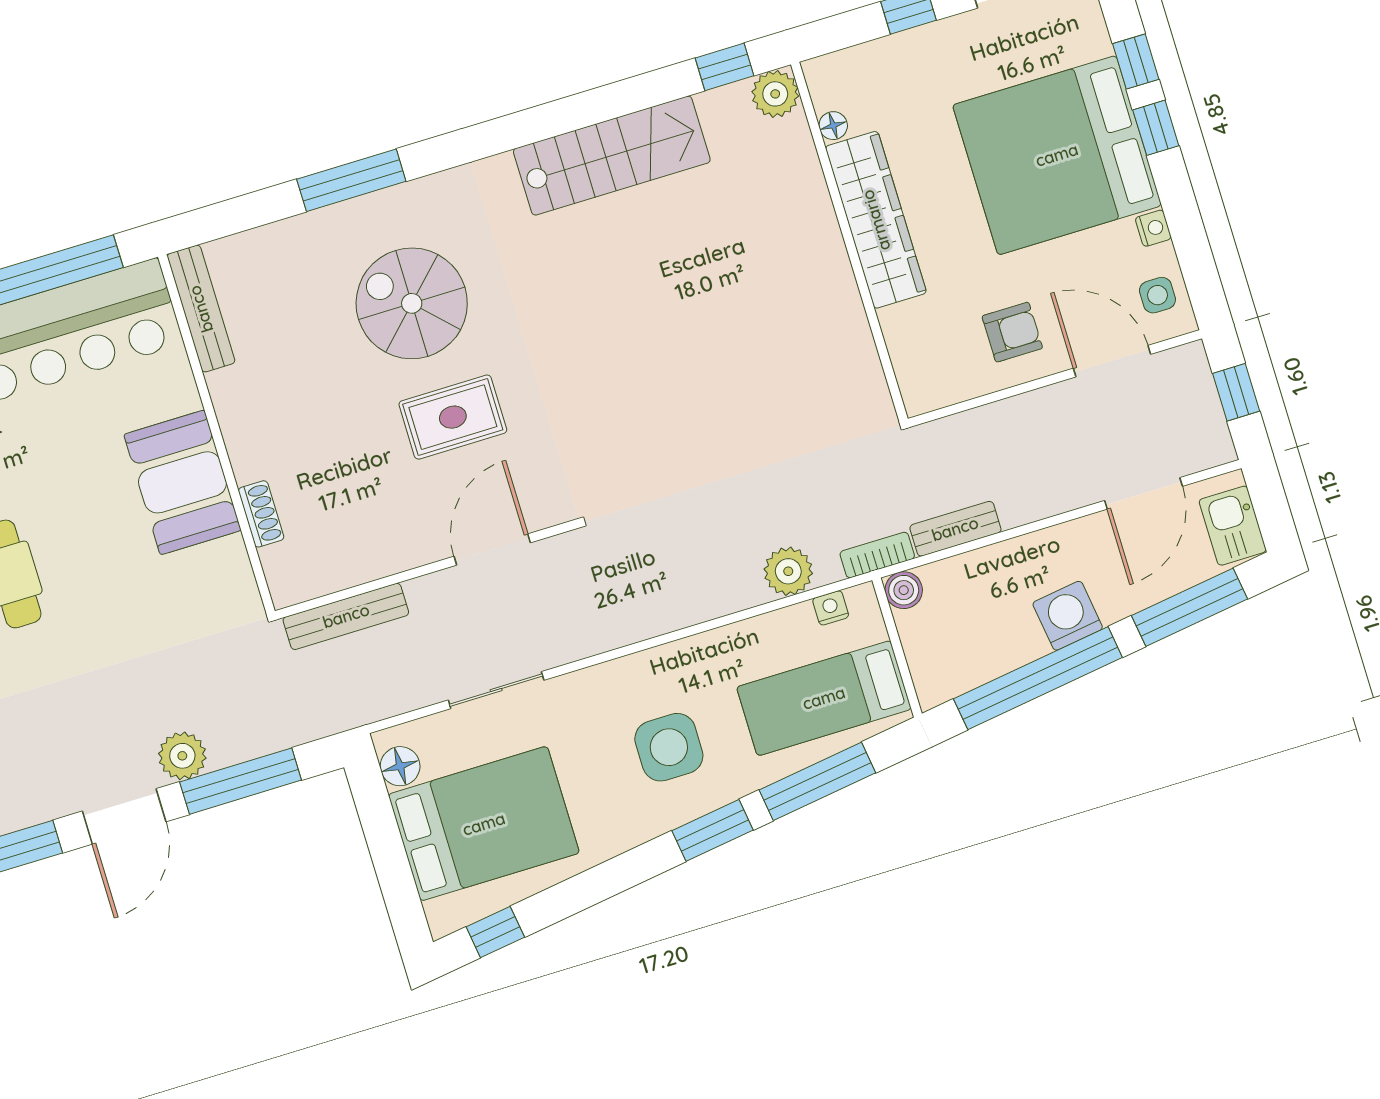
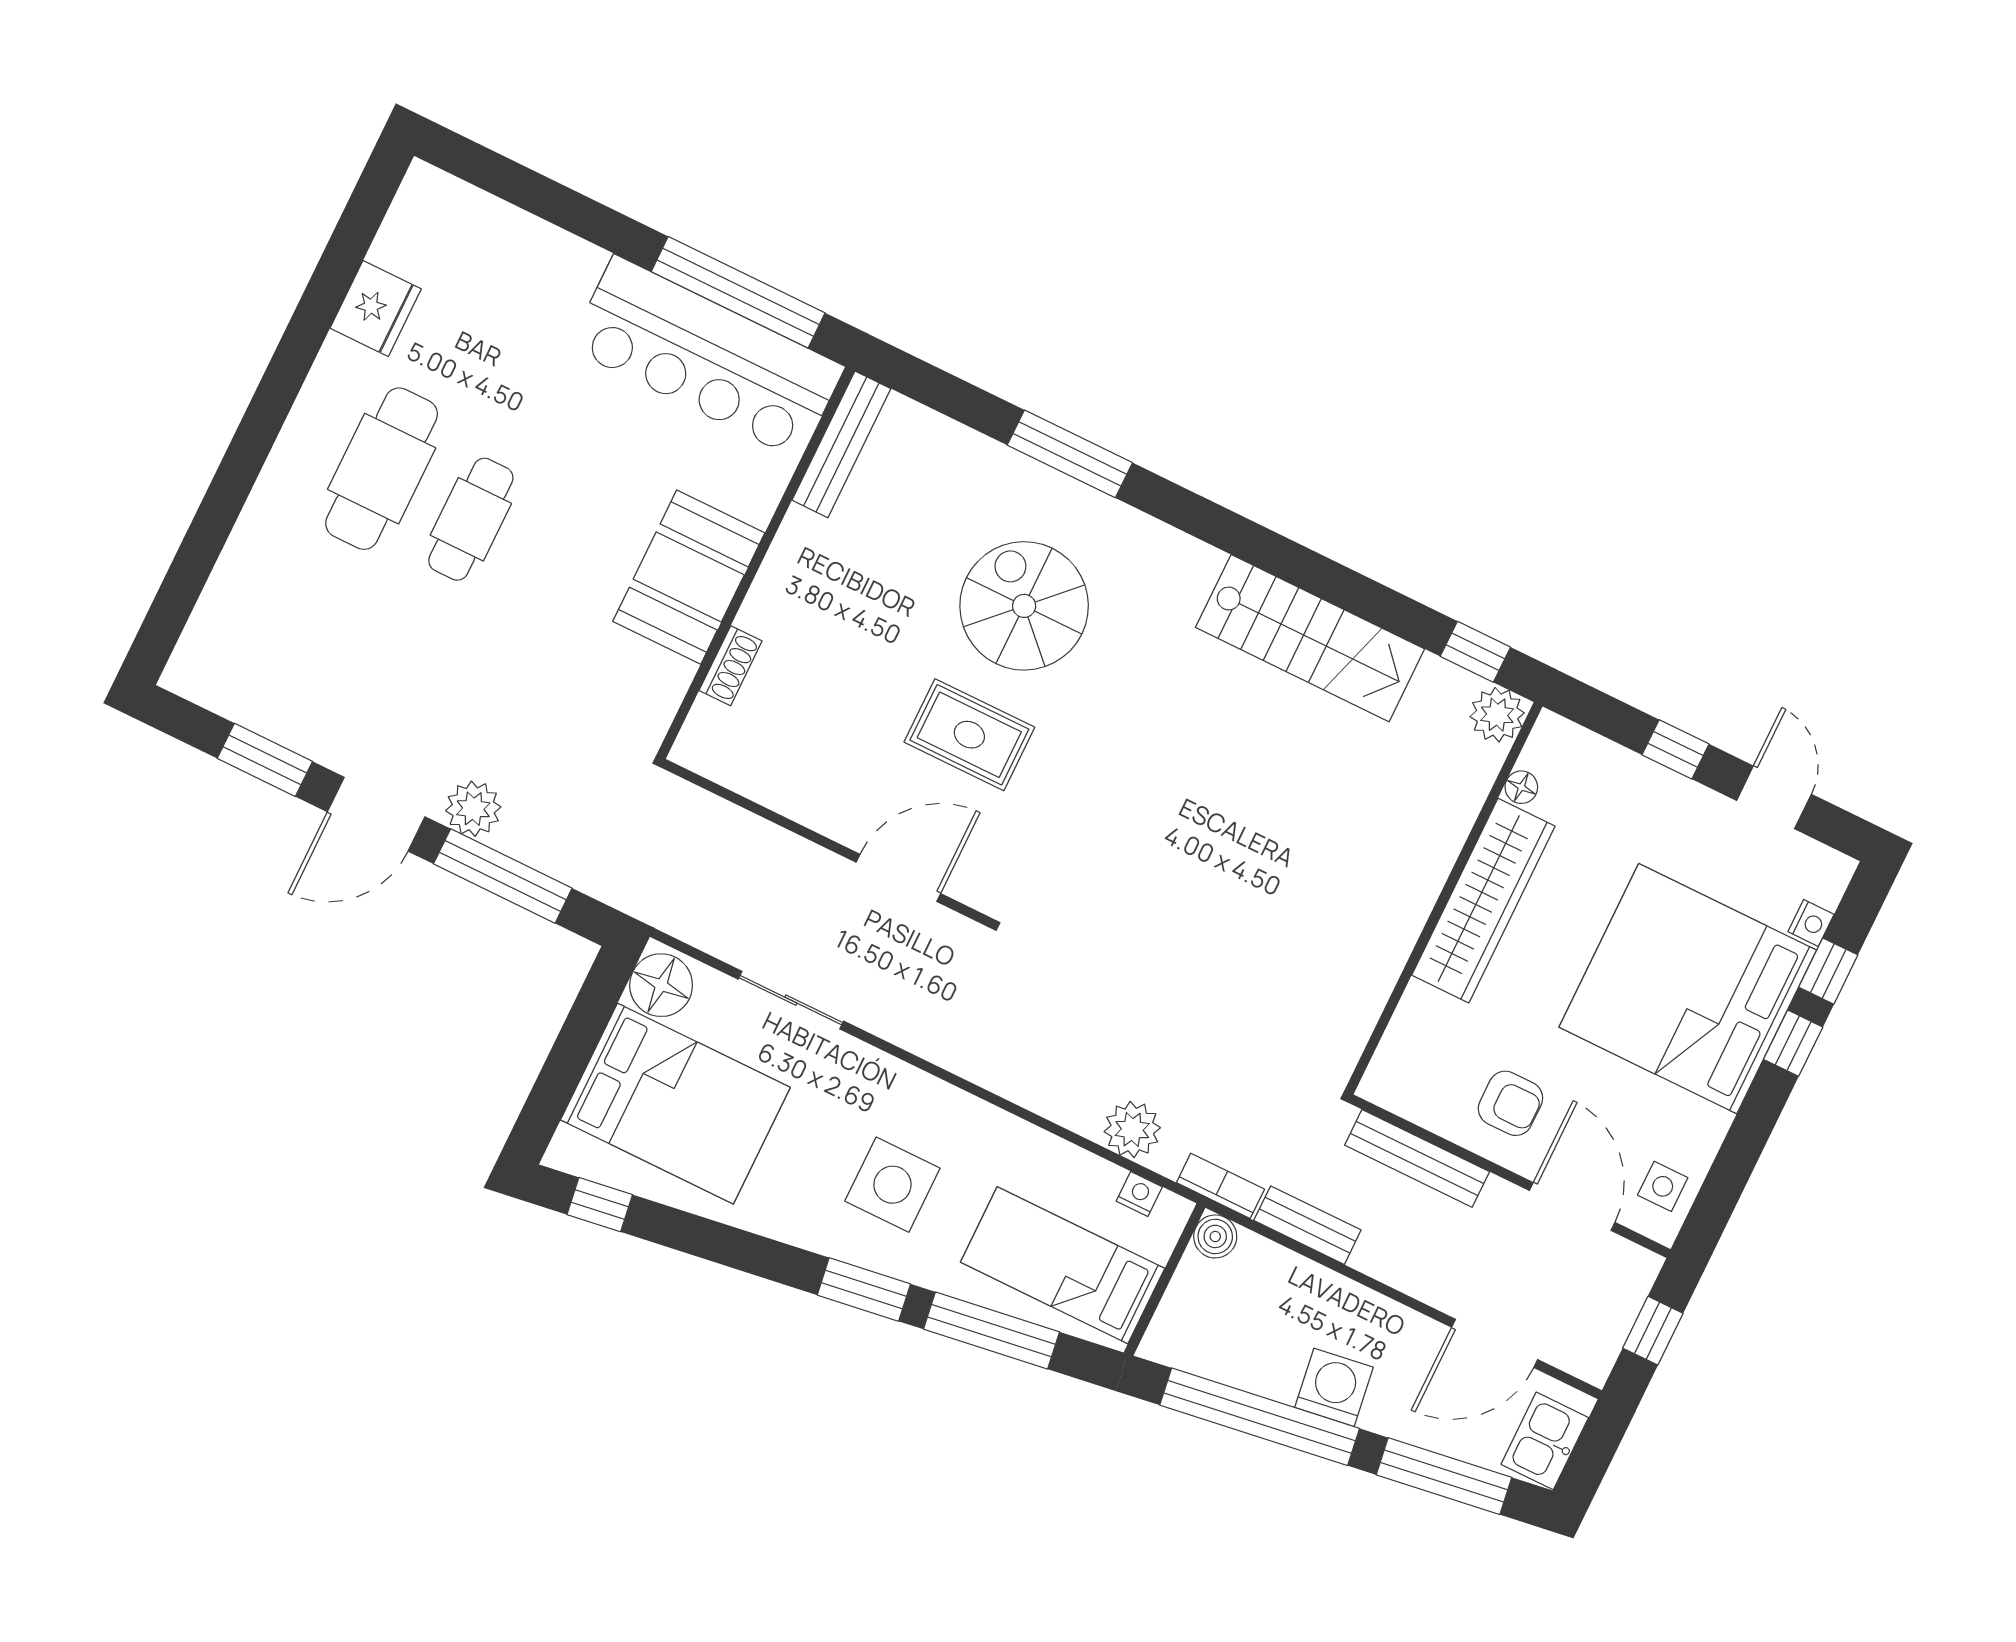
nightstand: (1153, 228) -> (1811, 923), moved
bench: (346, 616) -> (1417, 1158), moved
floor lamp: (400, 766) -> (661, 985), width x1.38, depth x1.38

